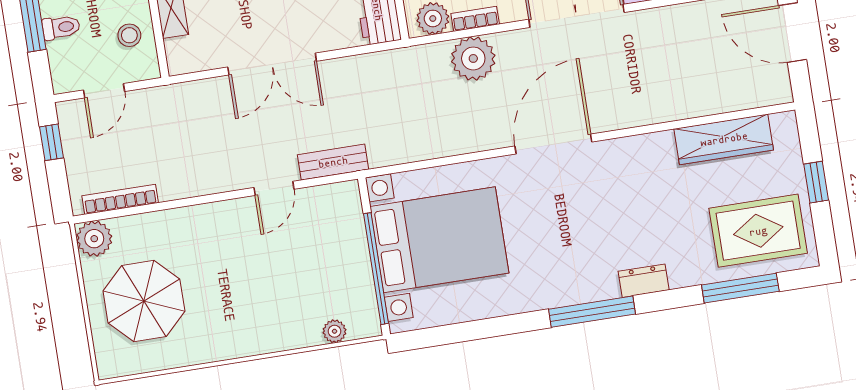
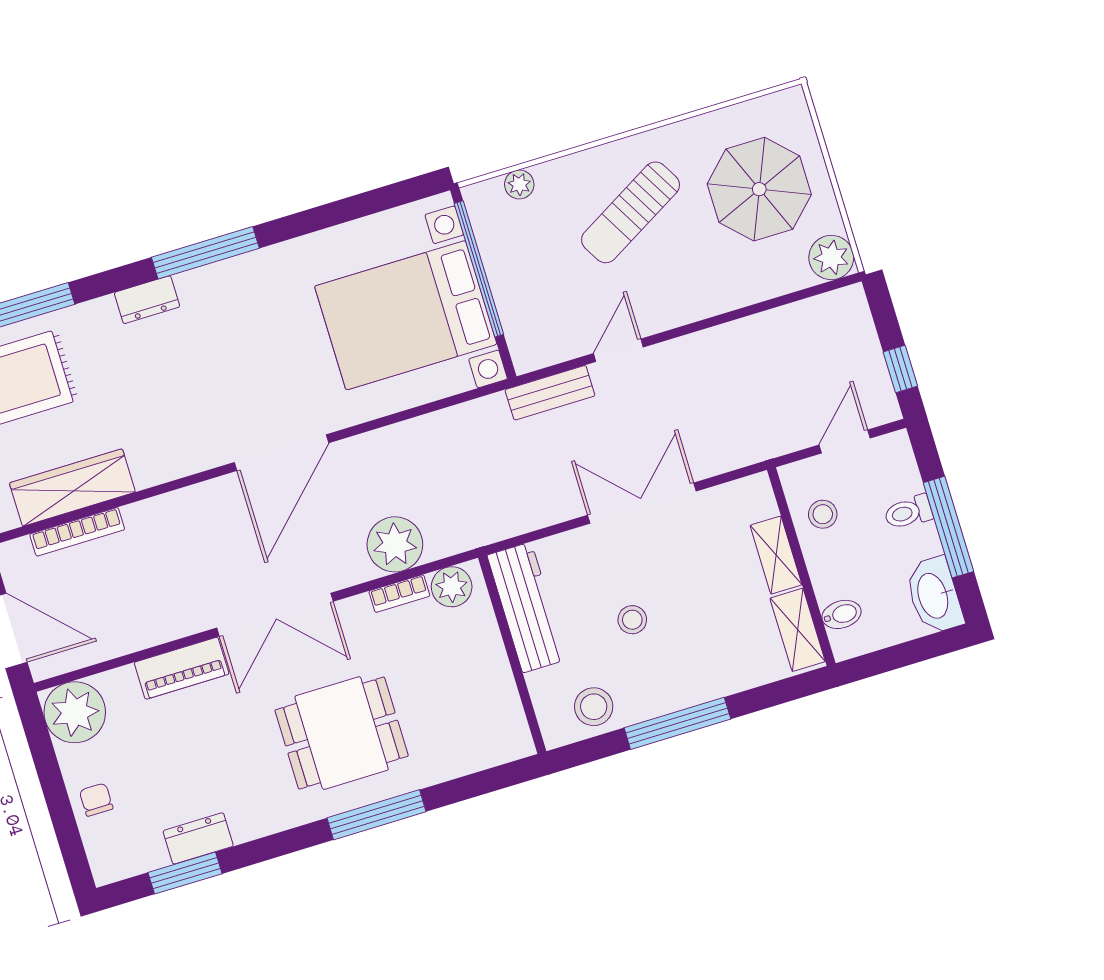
bookcase: (120, 199) -> (77, 532), moved
sun lounger: (249, 297) -> (631, 212), added

